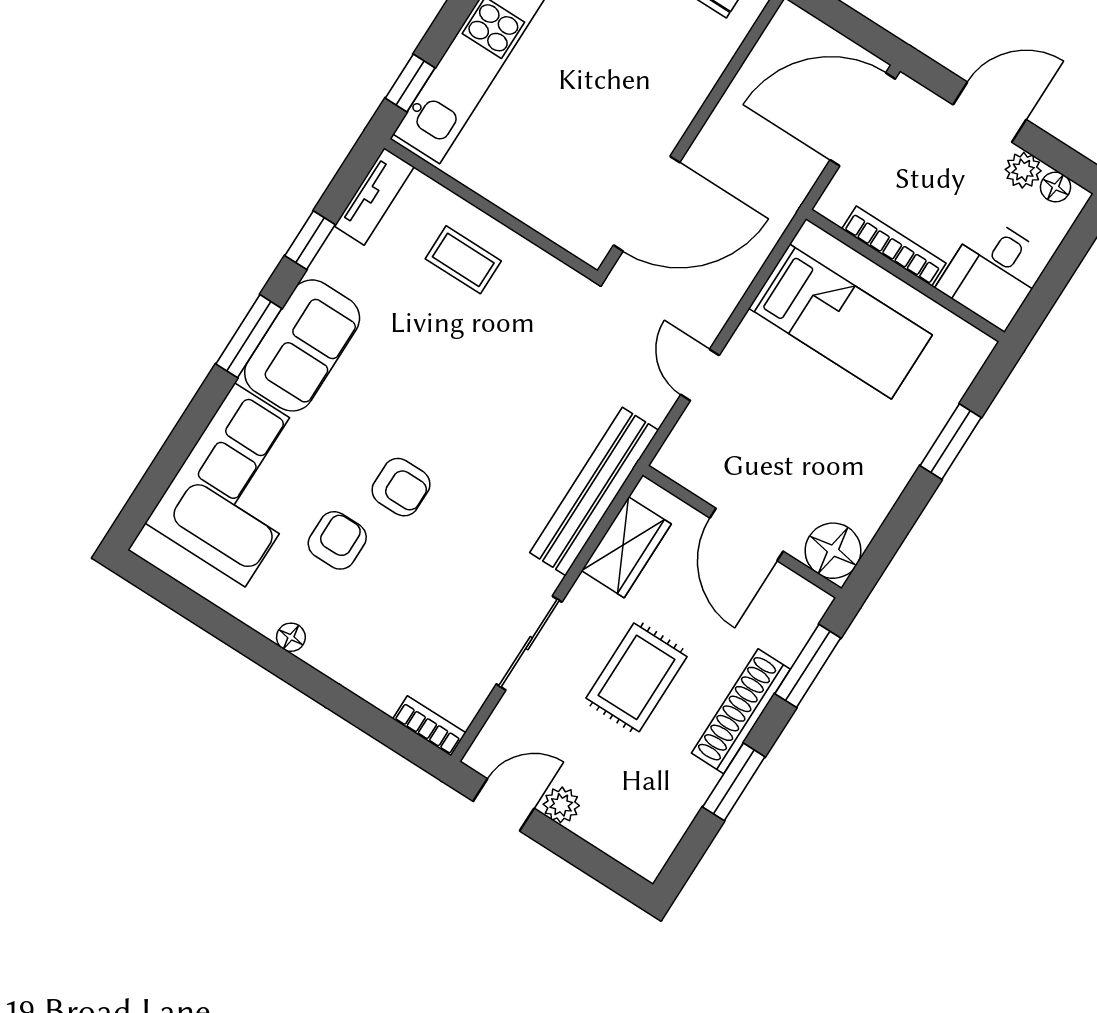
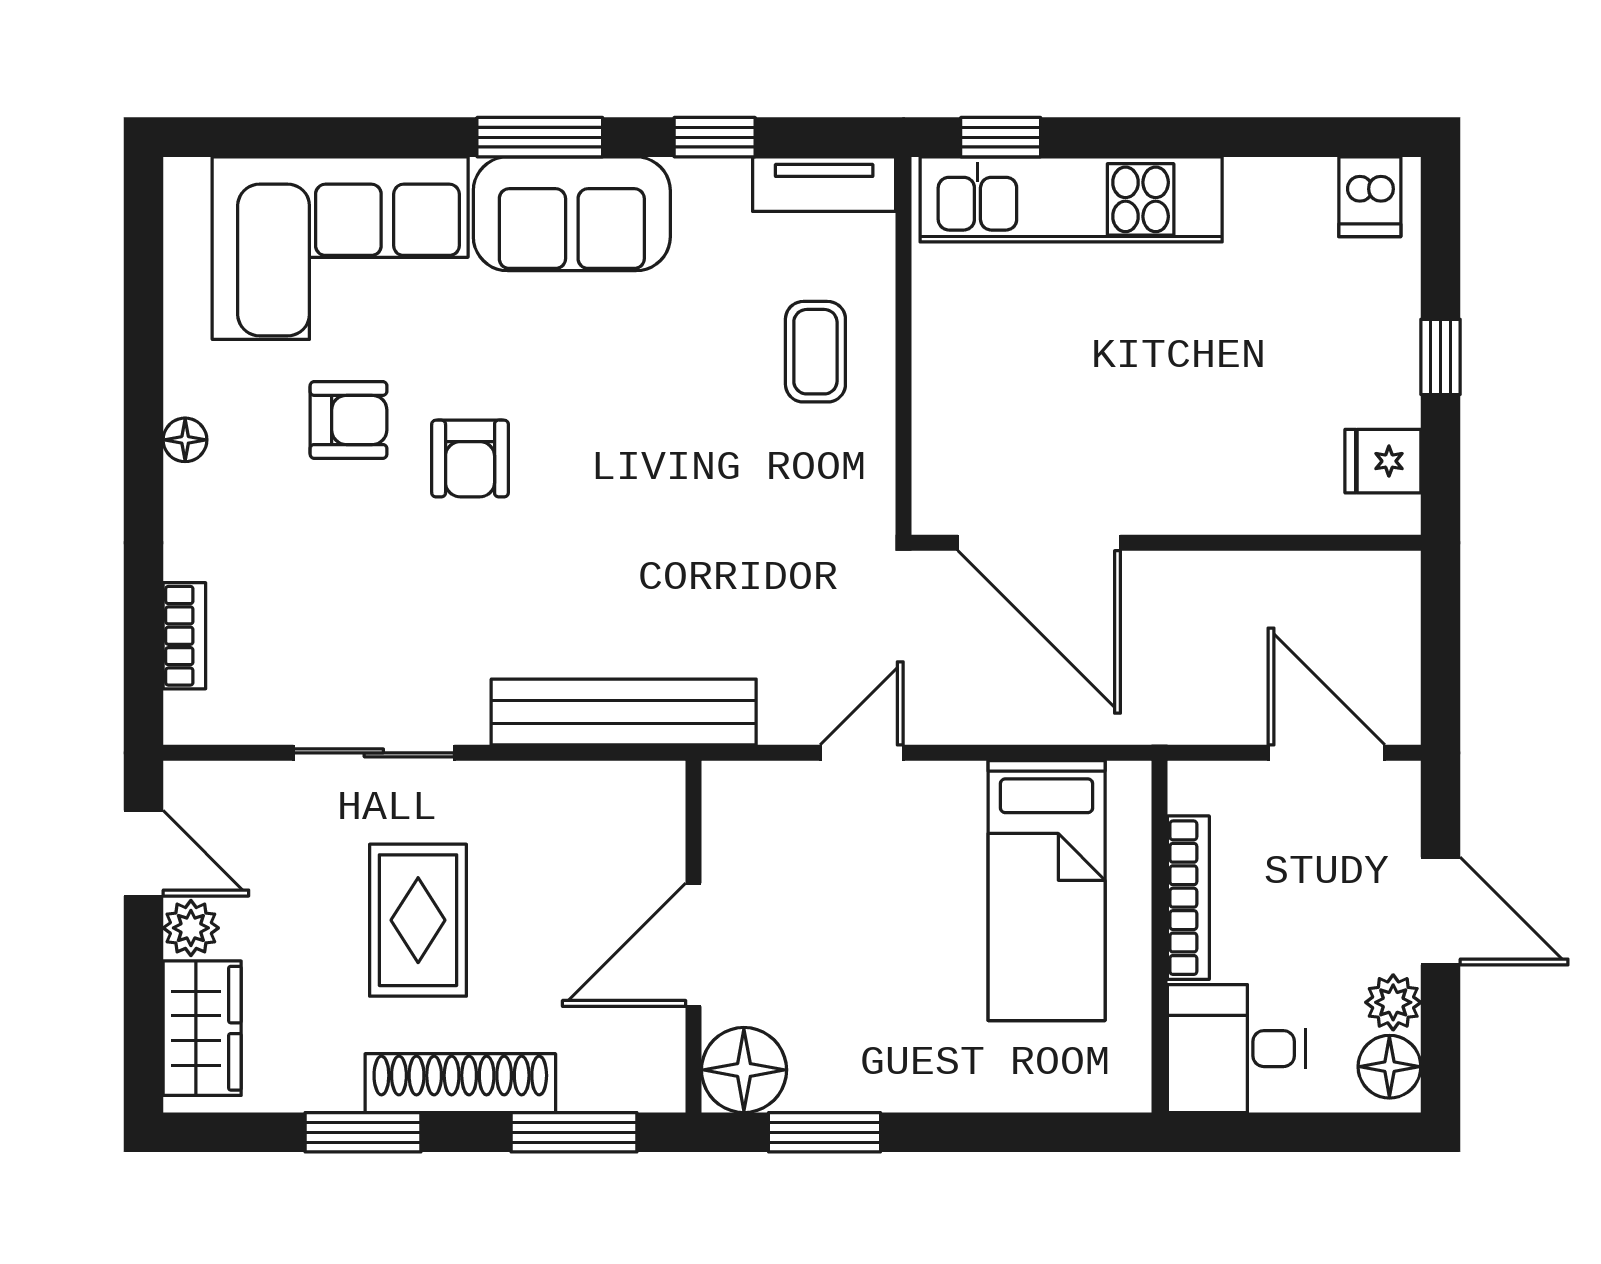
door: (863, 119) -> (1327, 753), width x0.73
floor lamp: (1056, 187) -> (1389, 1067), width x1.37, depth x1.37
window: (951, 442) -> (824, 1132), moved
wardrobe: (626, 547) -> (202, 1028), moved, turned -90
rug: (637, 677) -> (418, 920), turned 90
bookcase: (429, 726) -> (184, 636), moved

